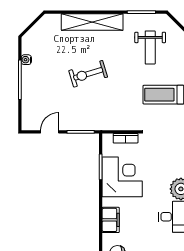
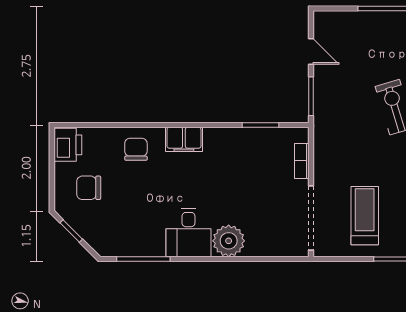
corner desk: (122, 177) -> (246, 156), removed

